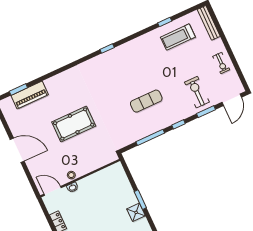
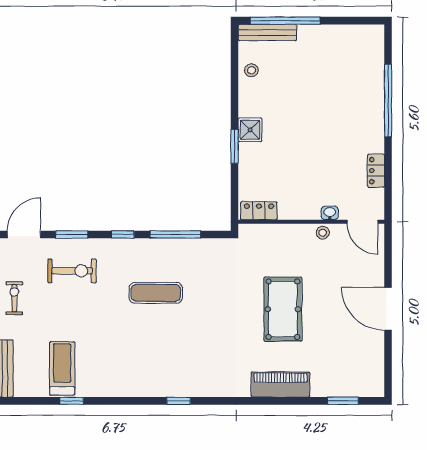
treadmill: (178, 37) -> (62, 368), turned -90
exercise bike: (197, 92) -> (72, 271), turned -90
piano: (30, 95) -> (281, 385), moved
pool table: (74, 124) -> (283, 309), turned 90
locker: (111, 171) -> (259, 211), added

